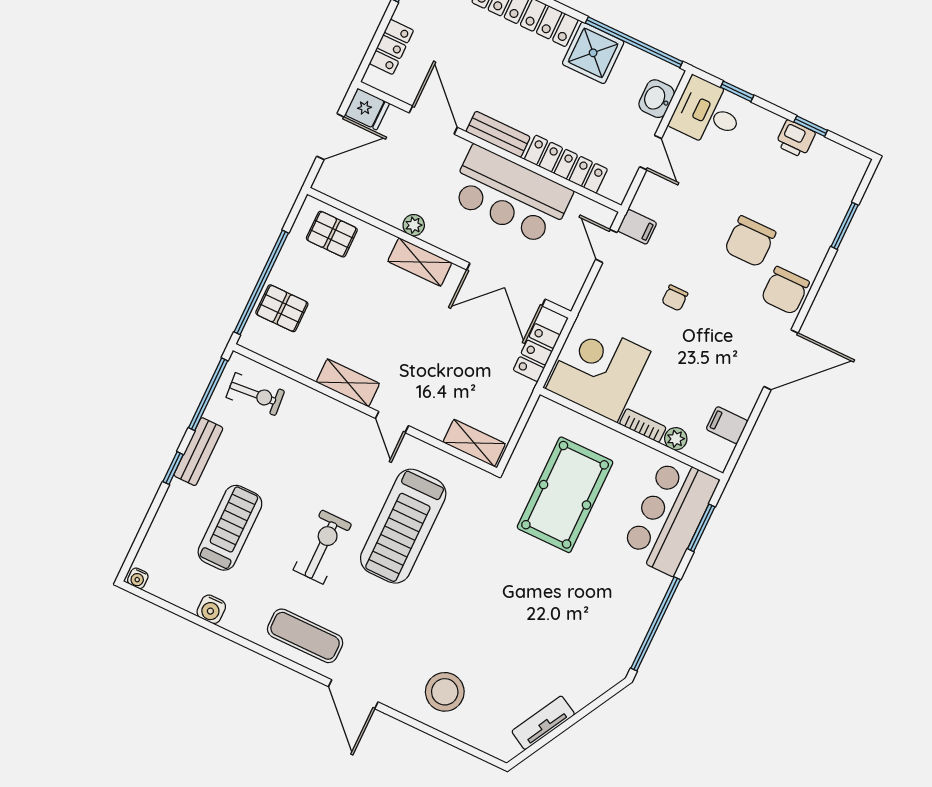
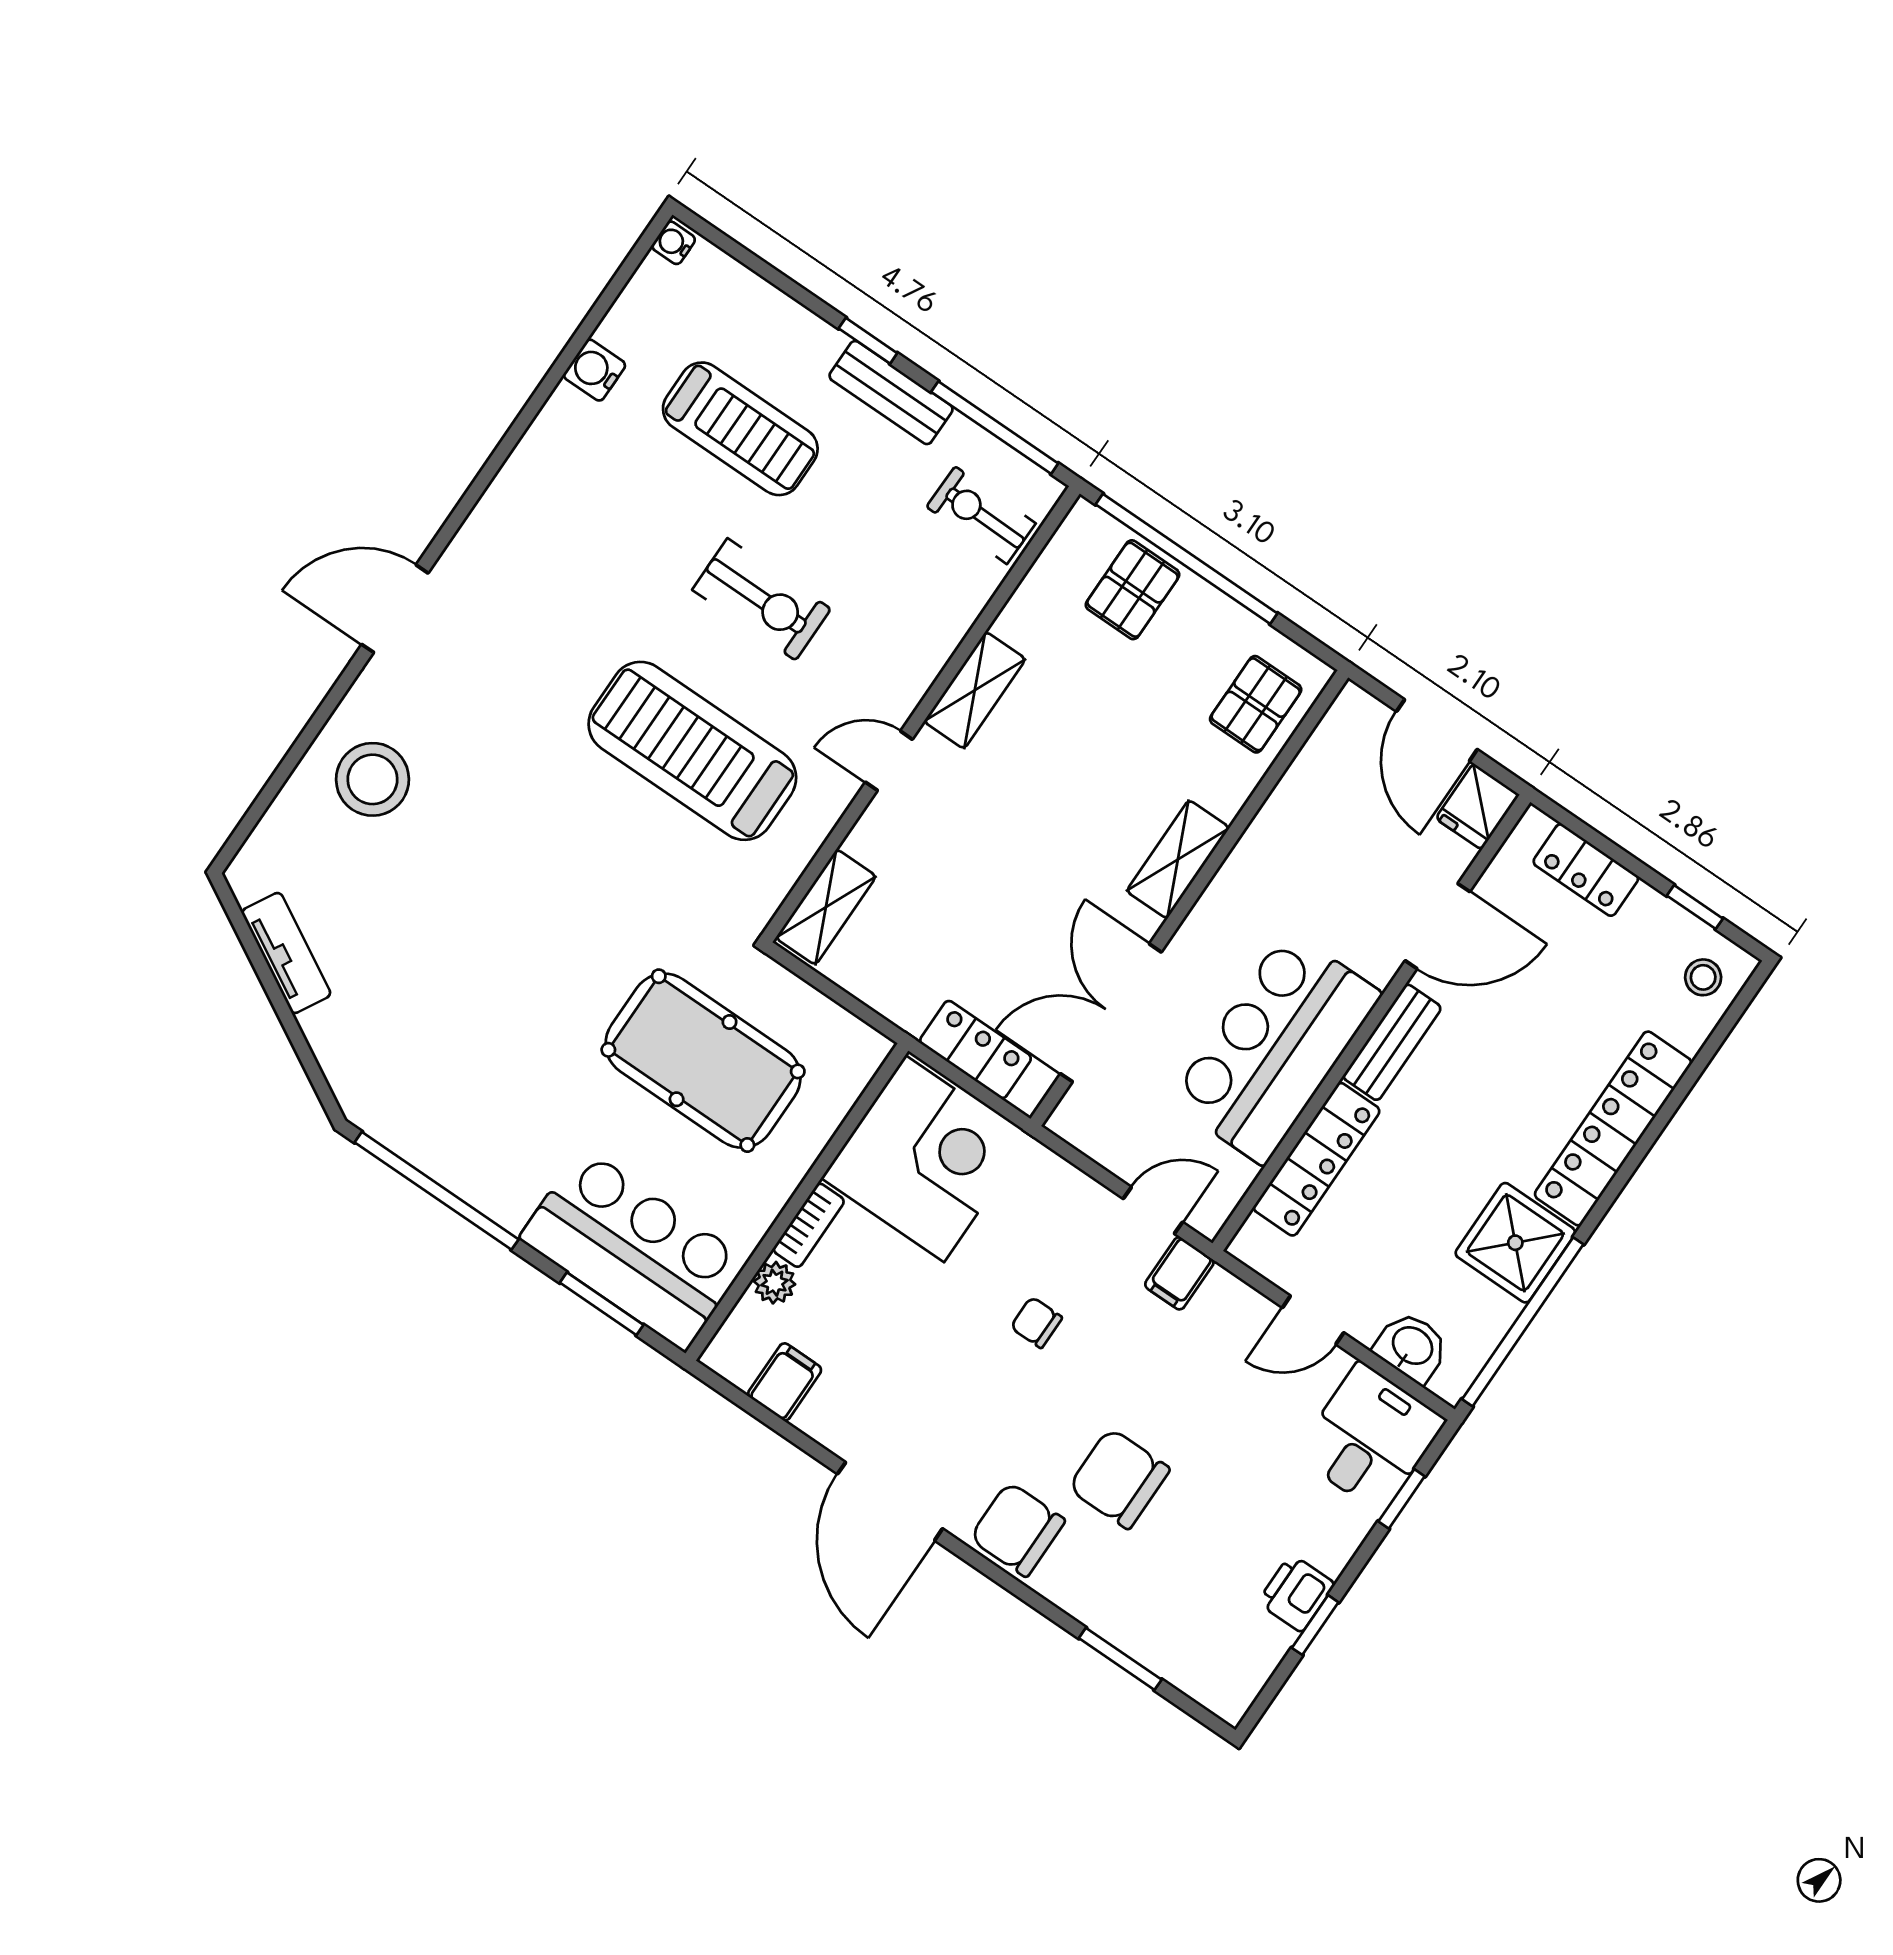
plant: (414, 225) -> (1248, 859), removed
exercise bike: (255, 394) -> (981, 515), turned 96
exercise bike: (322, 547) -> (761, 599), moved
exercise mat: (305, 636) -> (518, 536), removed

